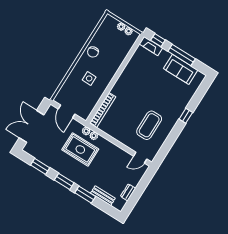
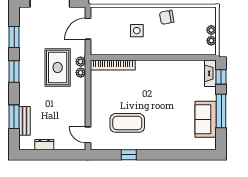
window: (186, 116) -> (129, 155), moved
window: (85, 195) -> (14, 117), moved

